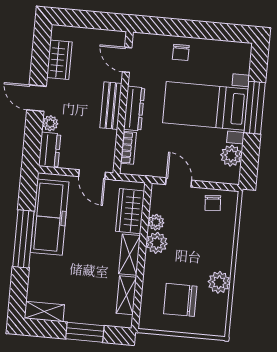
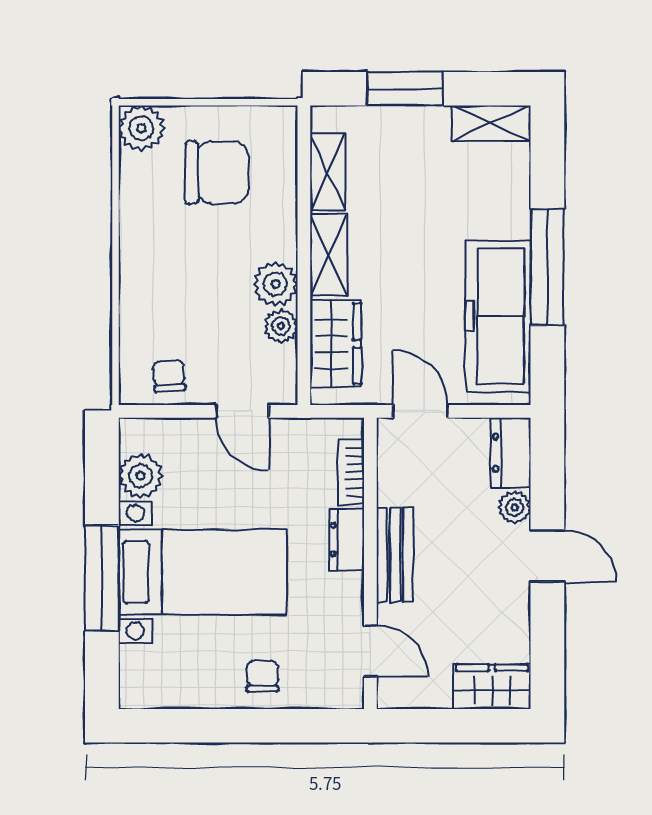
wardrobe: (59, 60) -> (492, 687), moved, turned 90
dresser: (134, 109) -> (347, 540), width x0.70
plant: (219, 282) -> (141, 128), moved

